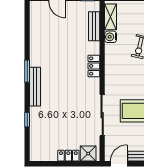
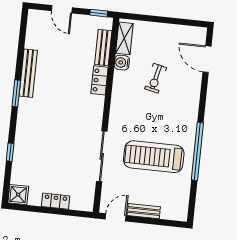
locker: (94, 66) -> (99, 80), moved
bench: (35, 87) -> (28, 73), moved
shower: (88, 154) -> (18, 195), moved

